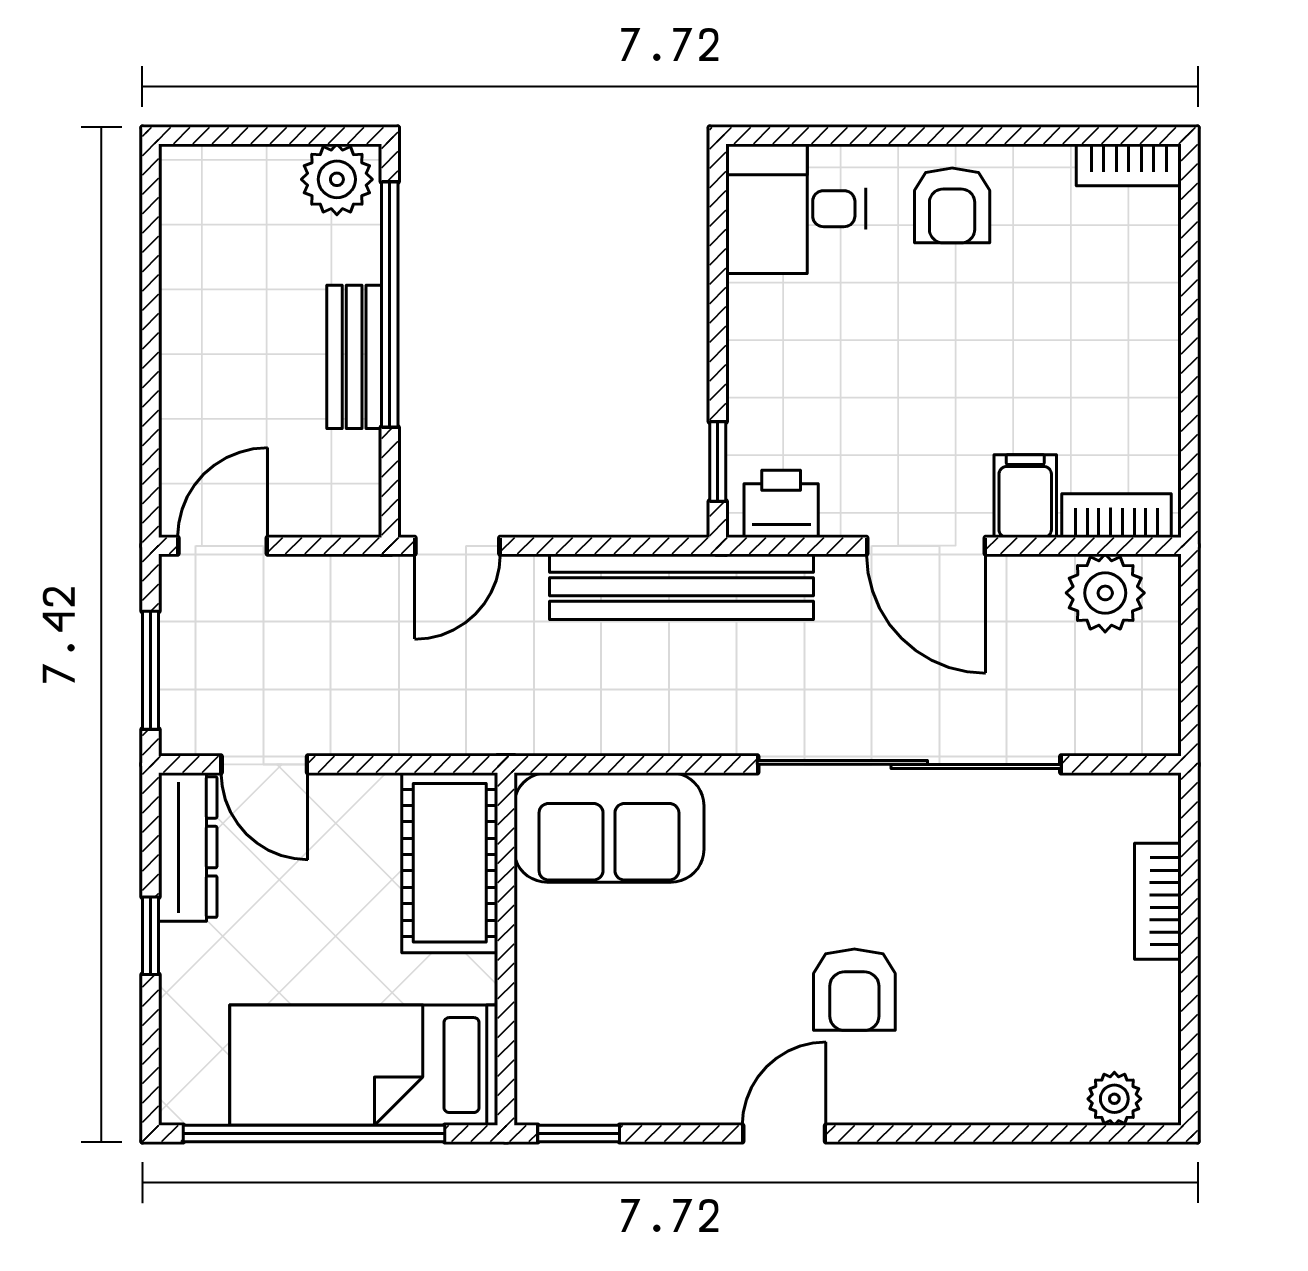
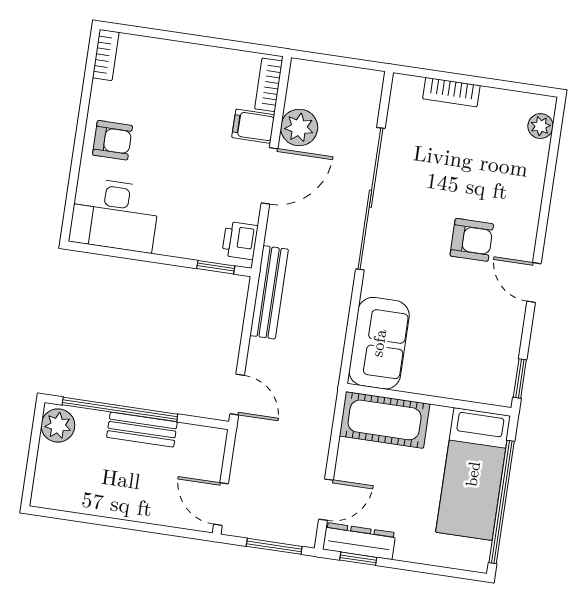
desk: (796, 209) -> (115, 215), width x1.37
bench: (682, 587) -> (269, 292), width x0.73, depth x0.82
plant: (1105, 593) -> (299, 127), moved
window: (150, 936) -> (358, 559), moved

